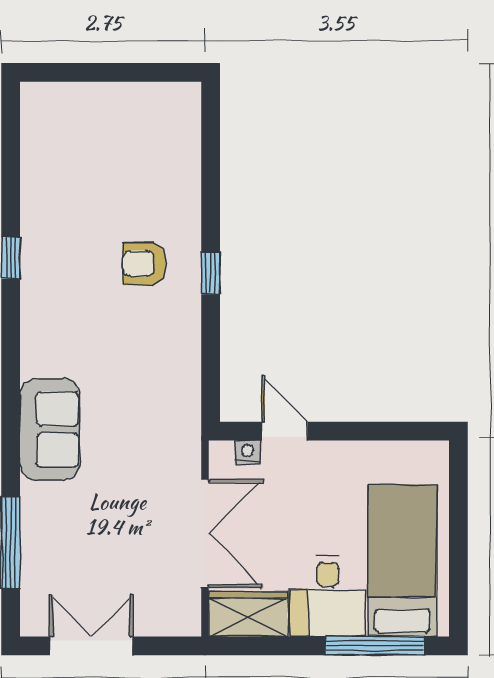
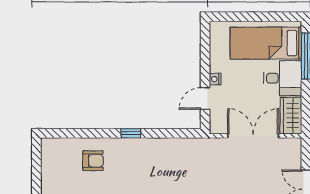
armchair: (144, 264) -> (93, 161), moved, turned -90
nightstand: (248, 453) -> (215, 79), moved

